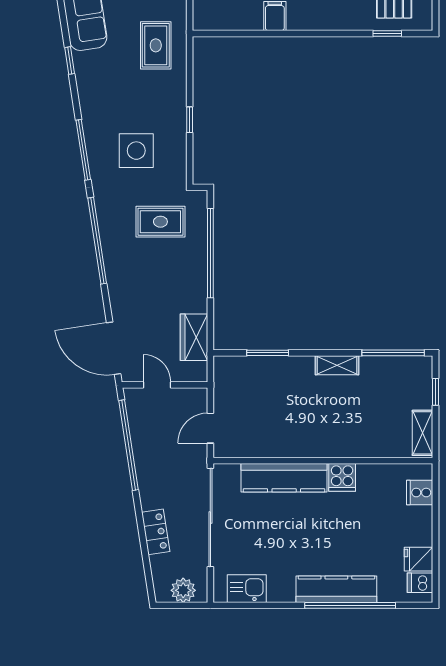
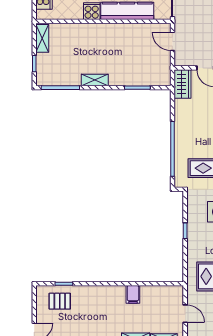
wardrobe: (194, 337) -> (183, 84), moved
door: (210, 428) -> (172, 41), swing flipped

